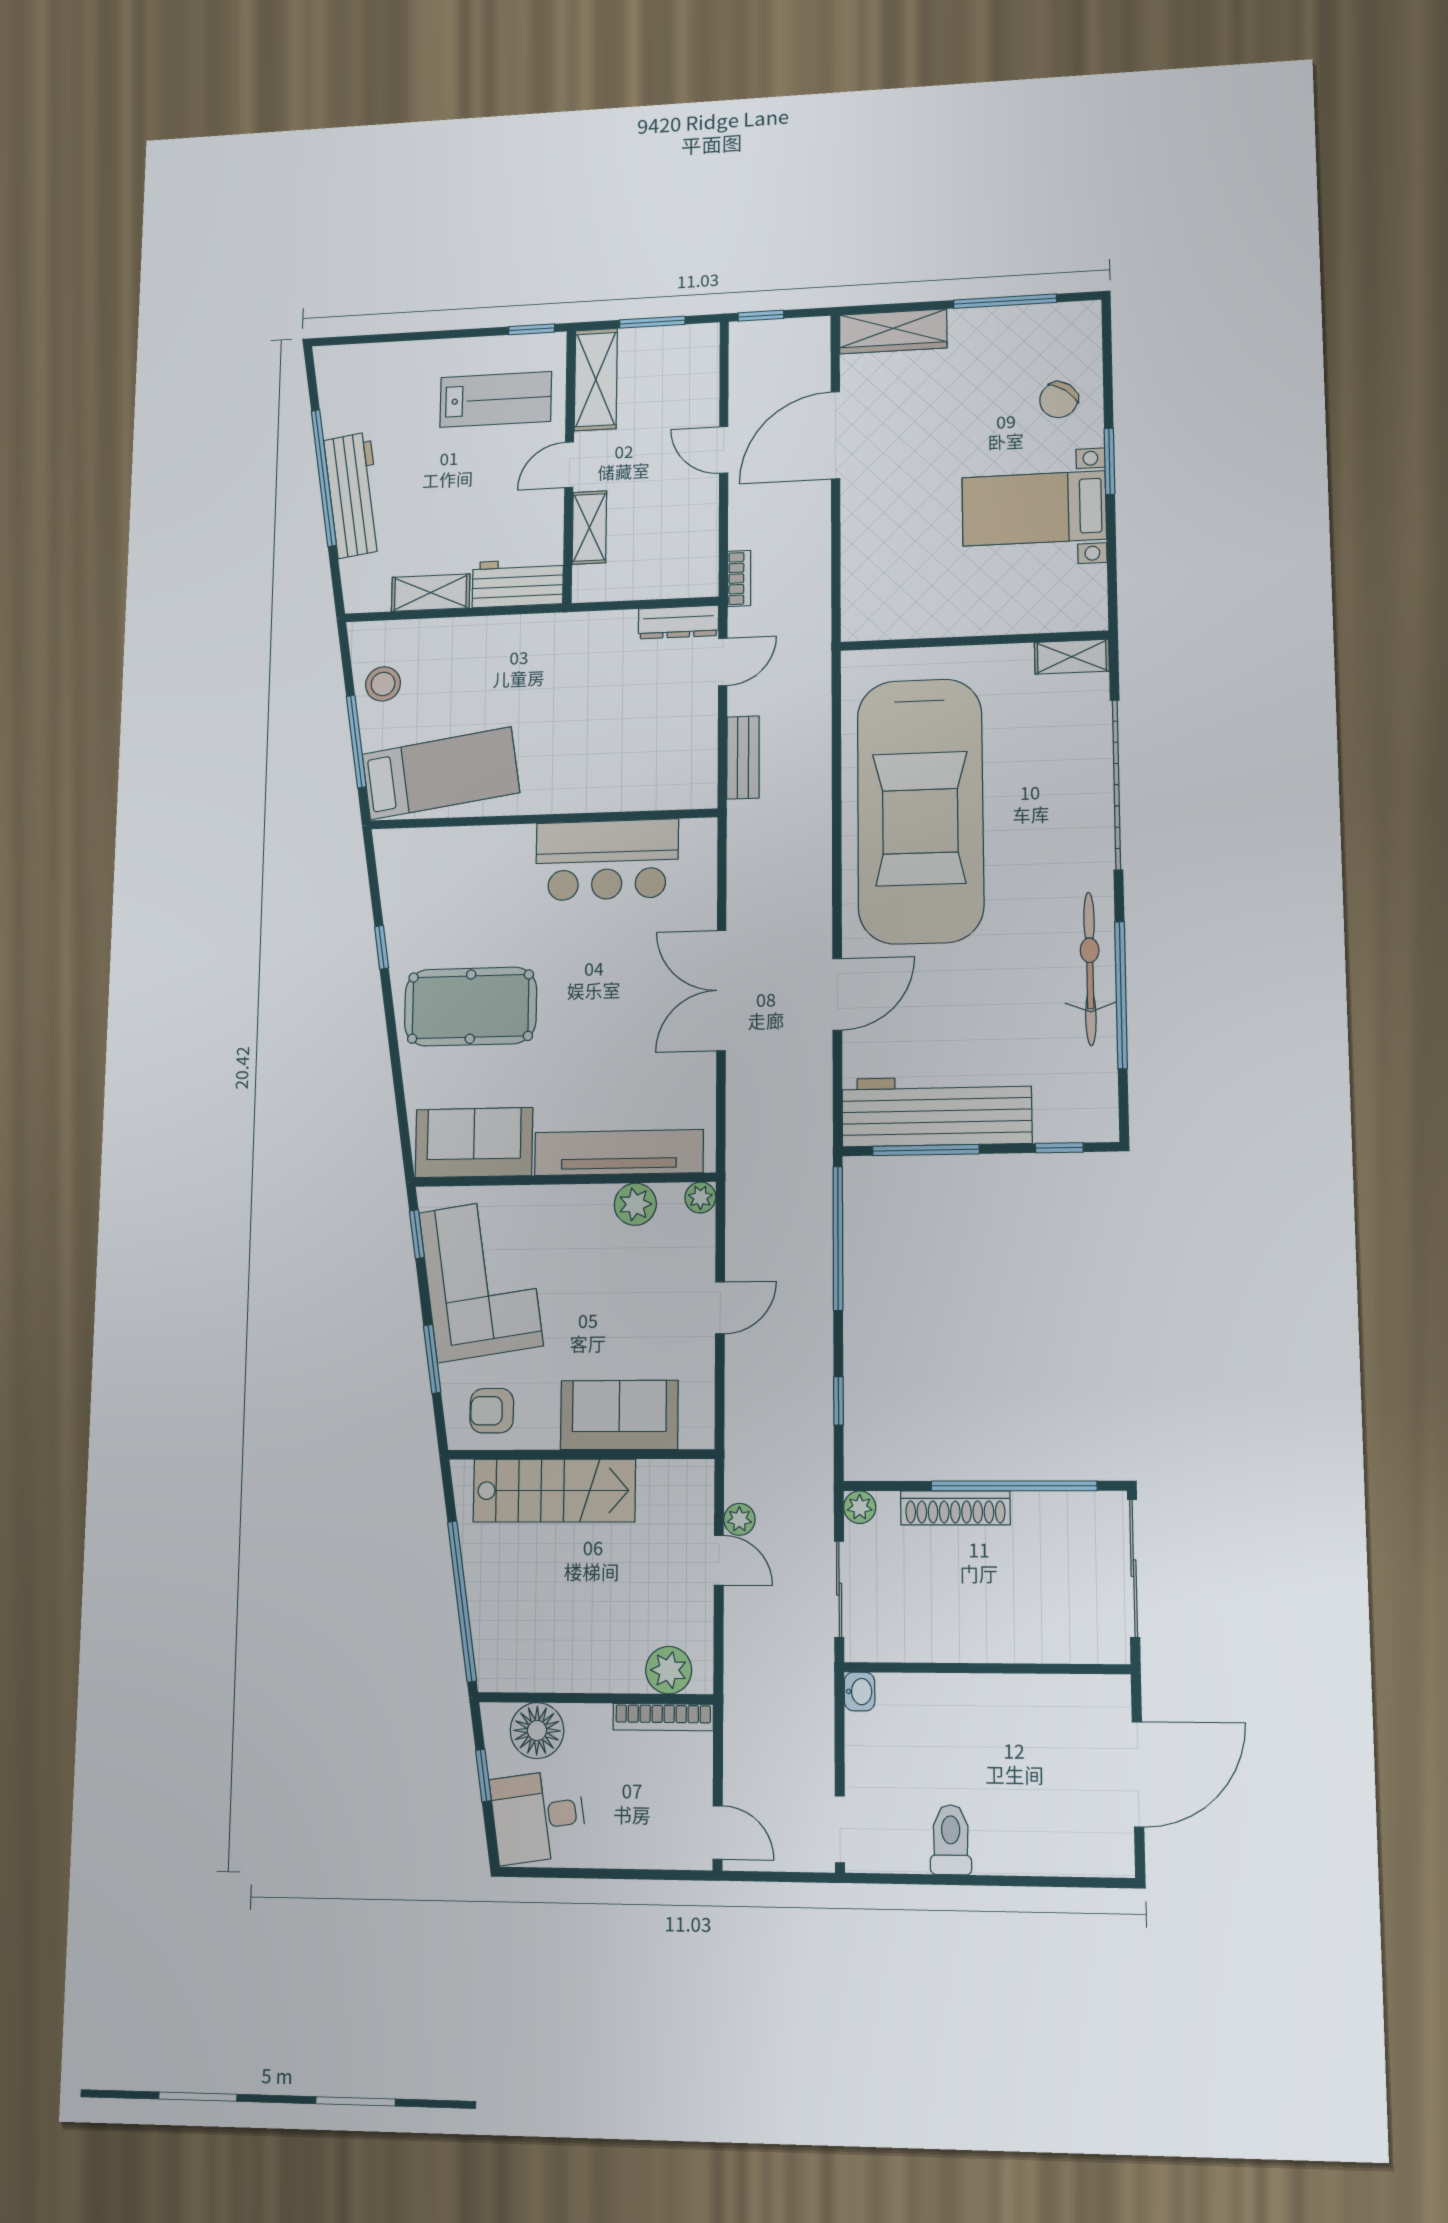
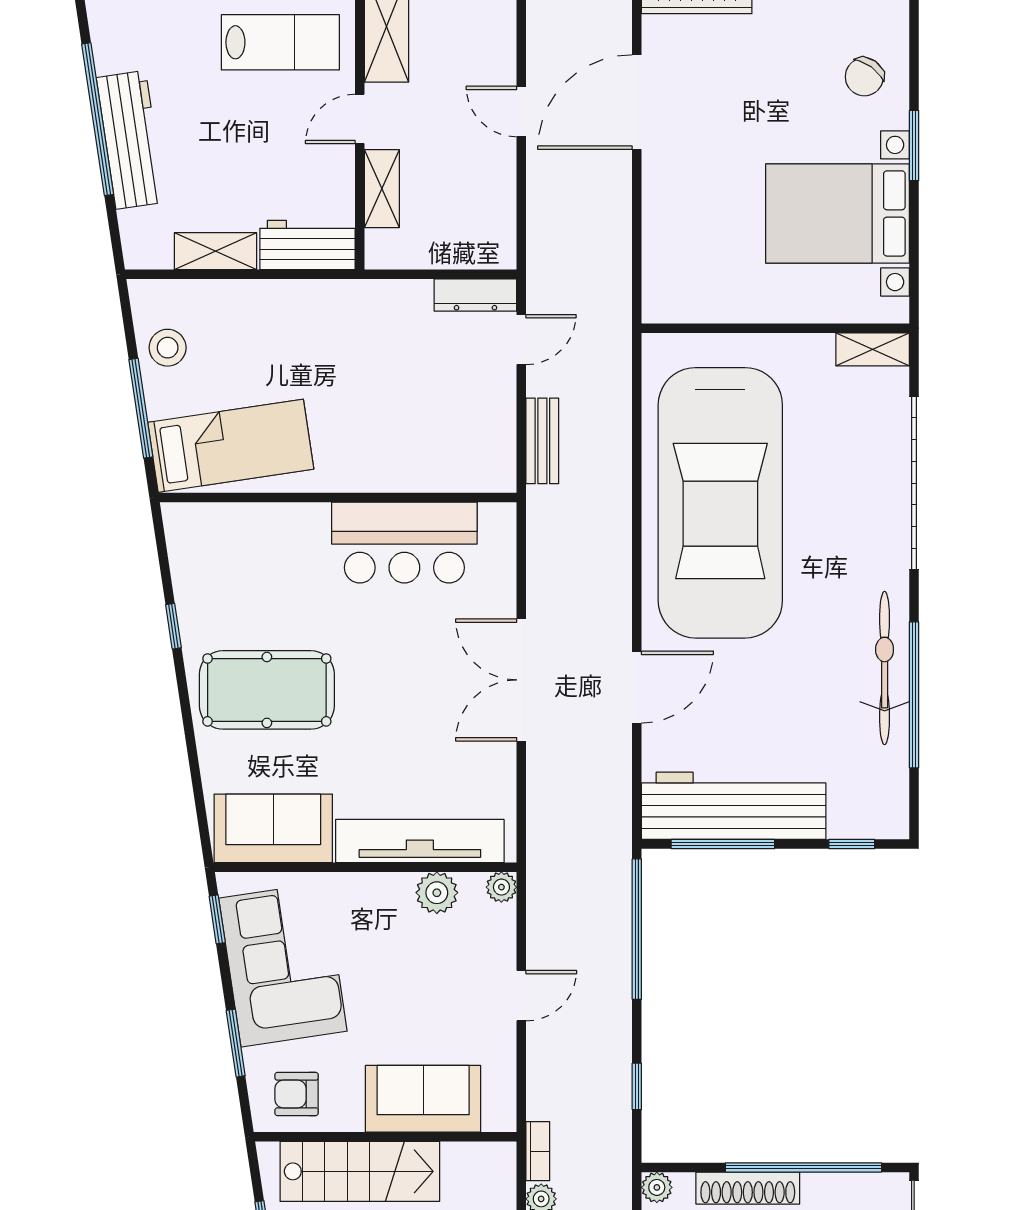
bed with nightstands: (1034, 508) -> (838, 213), width x1.36
bookcase: (739, 578) -> (538, 1151), moved

